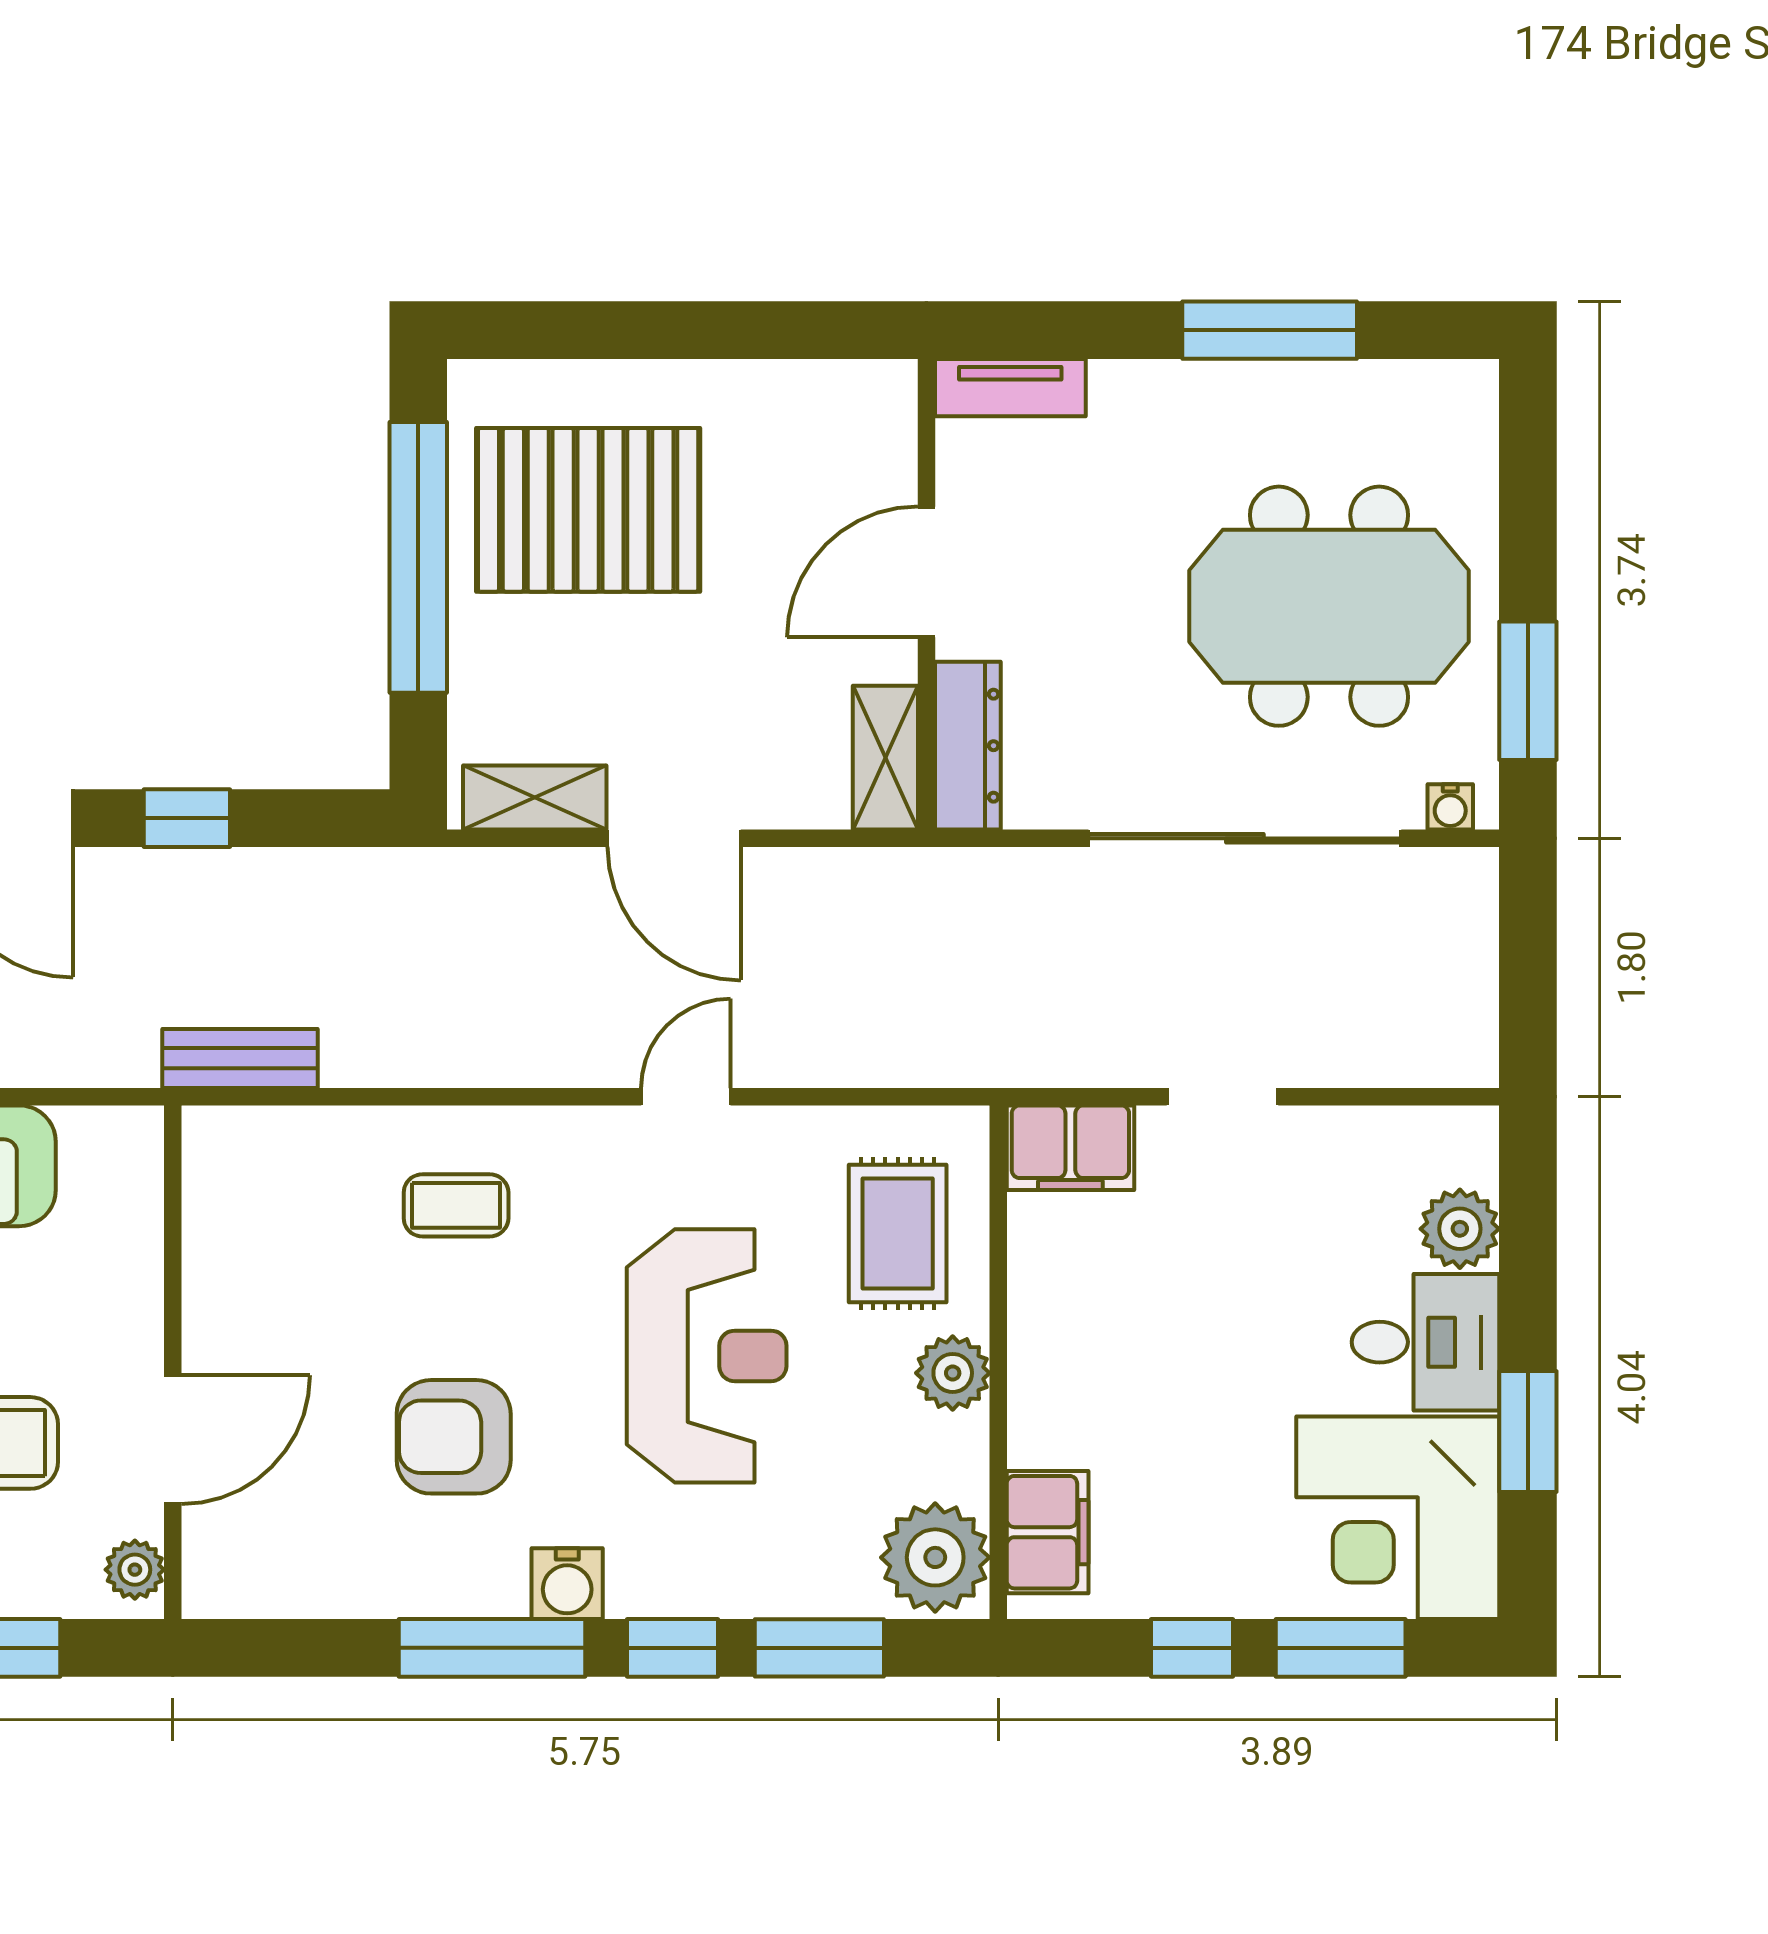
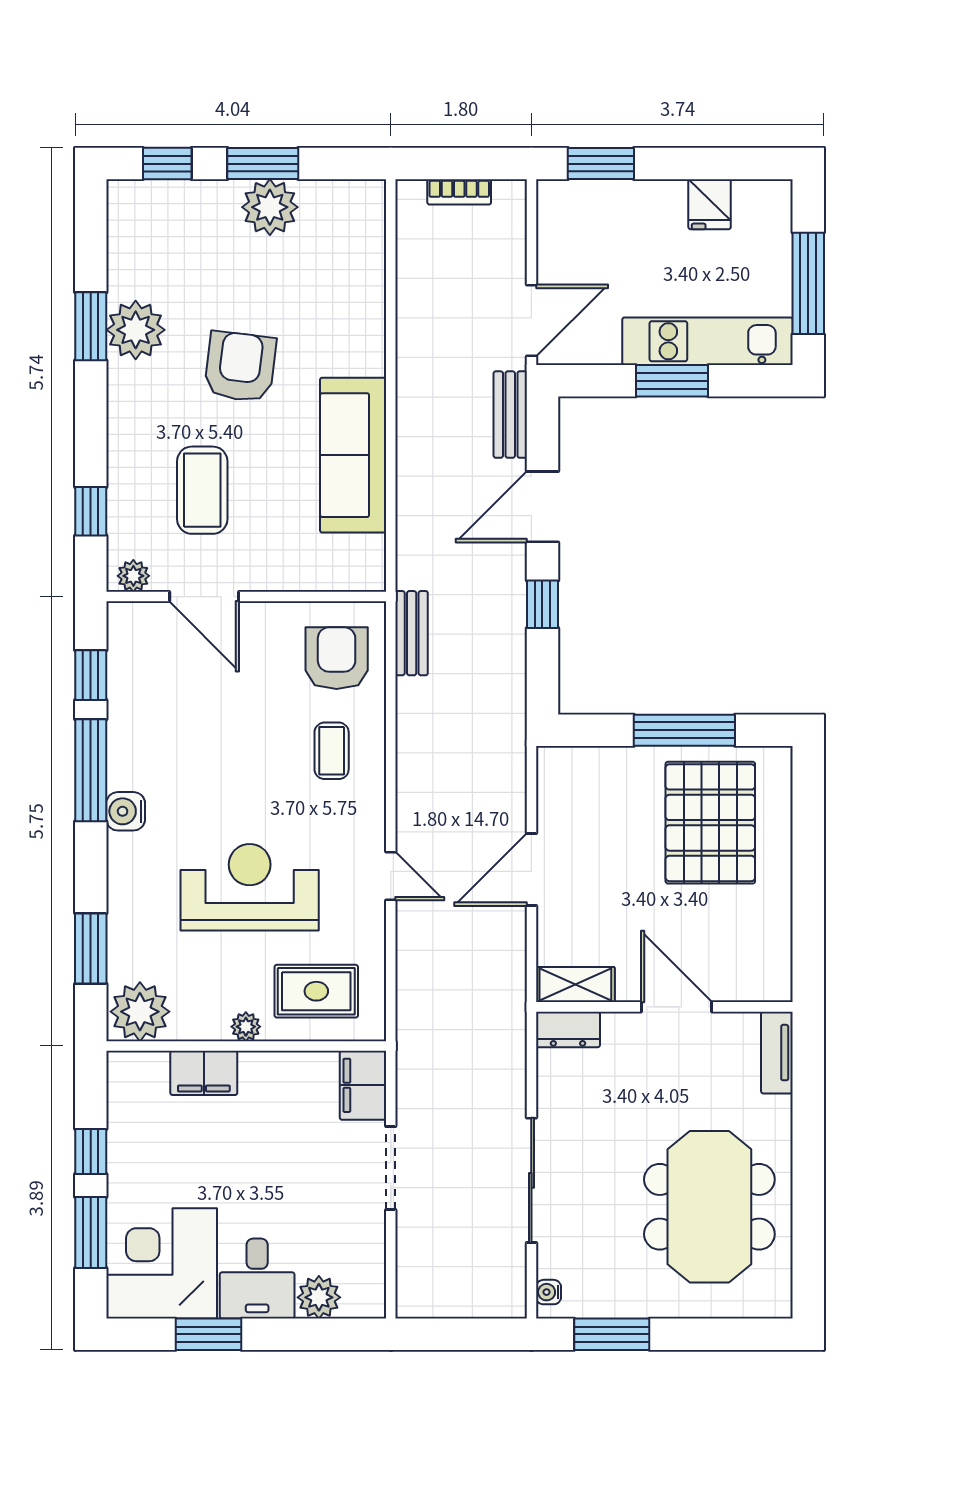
window: (1270, 330) -> (808, 1194), removed
window: (418, 557) -> (684, 730), width x0.68
meeting table: (1329, 606) -> (709, 1207), moved
dresser: (968, 746) -> (568, 1029), width x0.70
shelving: (535, 797) -> (554, 794), removed
sliding door: (1245, 838) -> (531, 1180), width x0.73
doorway: (1222, 1097) -> (391, 1168), width x1.38
reception desk: (707, 1356) -> (250, 887), turned 180
plant: (953, 1373) -> (246, 1027), width x0.73, depth x0.73
armchair: (454, 1437) -> (337, 658), moved
filing cabinet: (1048, 1532) -> (204, 1073), moved
window: (673, 1648) -> (91, 675), moved

